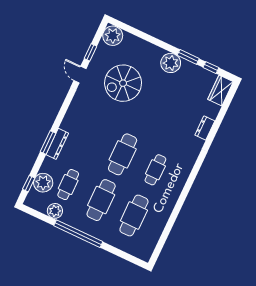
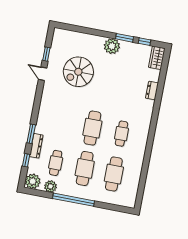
plant: (113, 36) -> (61, 36), removed
dresser: (57, 144) -> (36, 146), moved
plant: (43, 183) -> (33, 181), moved
window: (29, 184) -> (26, 160), moved

